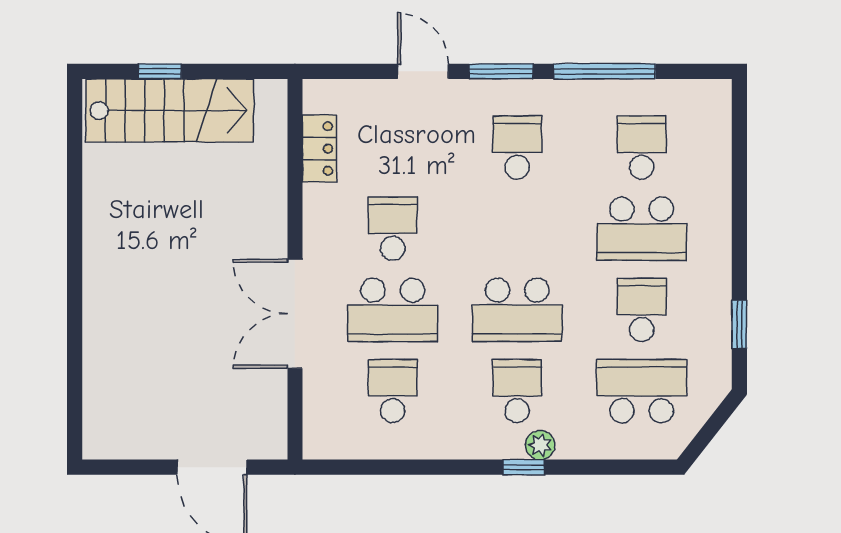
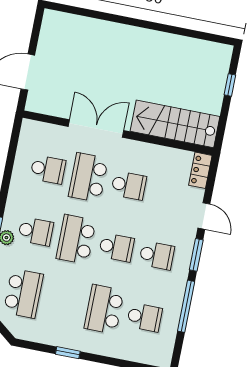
door: (423, 71) -> (204, 216), hinge flipped
stairs: (170, 110) -> (175, 124), moved, turned 90
locker: (319, 149) -> (200, 170), moved, turned 90
school desk: (642, 310) -> (116, 247), moved
window: (739, 324) -> (68, 353), moved

